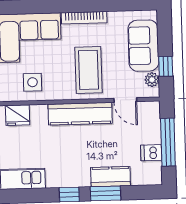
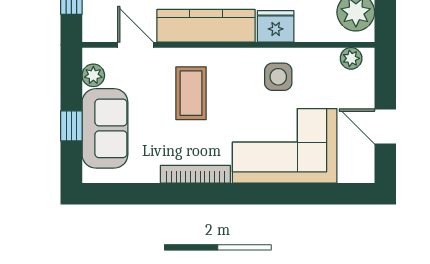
window: (166, 66) -> (71, 126), moved
coffee table: (88, 70) -> (191, 93), width x0.73, depth x0.76
fridge: (18, 115) -> (276, 26), moved

